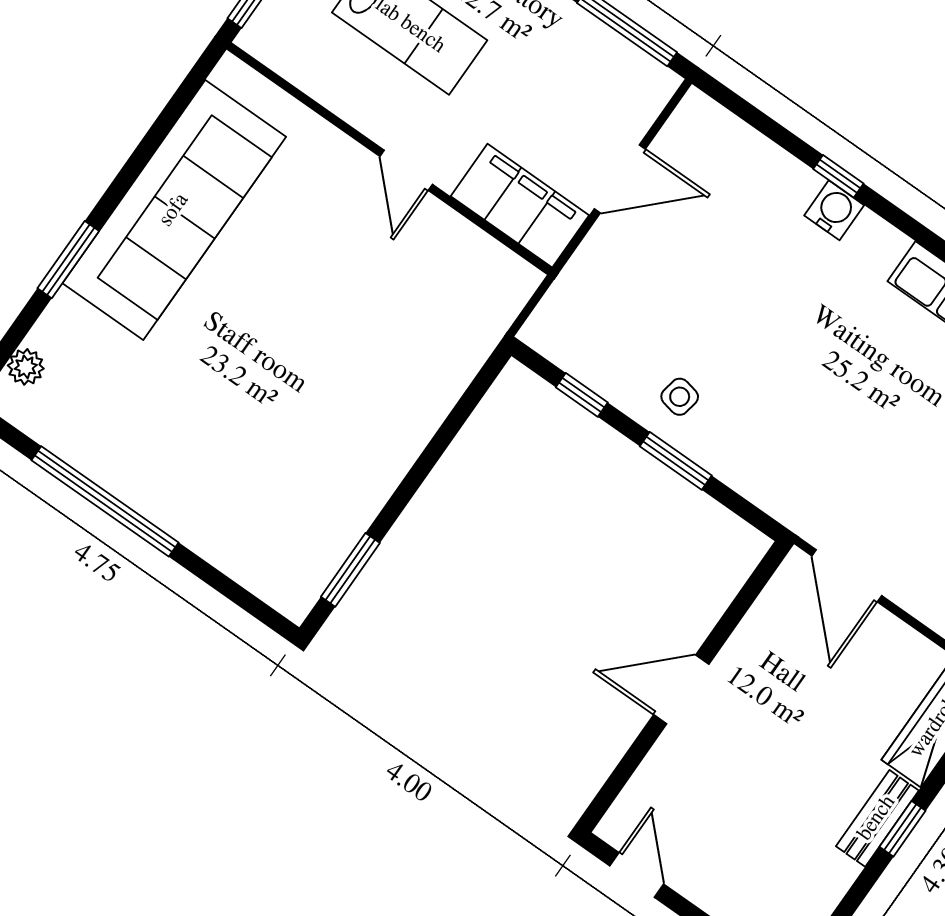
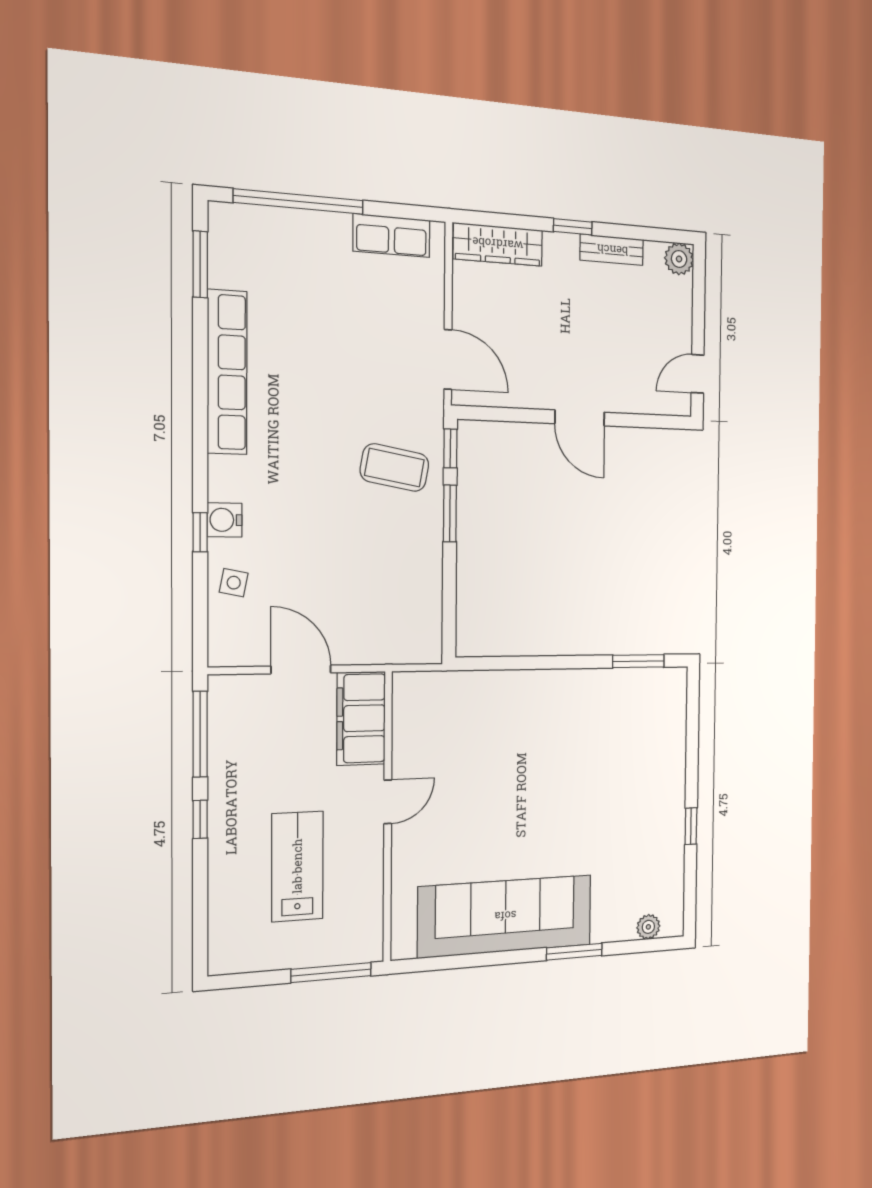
window: (582, 395) -> (450, 448), moved
side table: (680, 397) -> (234, 583), moved
coffee table: (768, 433) -> (395, 468), added
window: (105, 501) -> (691, 826), width x0.32
door: (847, 576) -> (448, 359), hinge flipped
bench: (877, 818) -> (612, 250), moved

